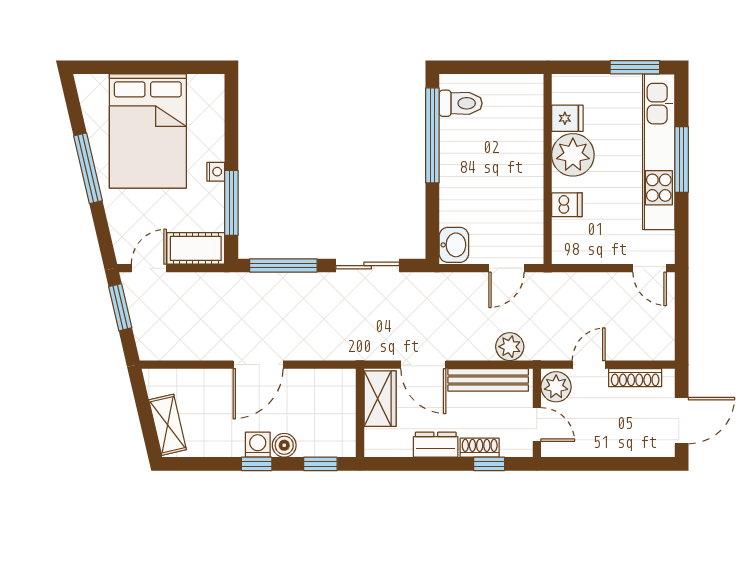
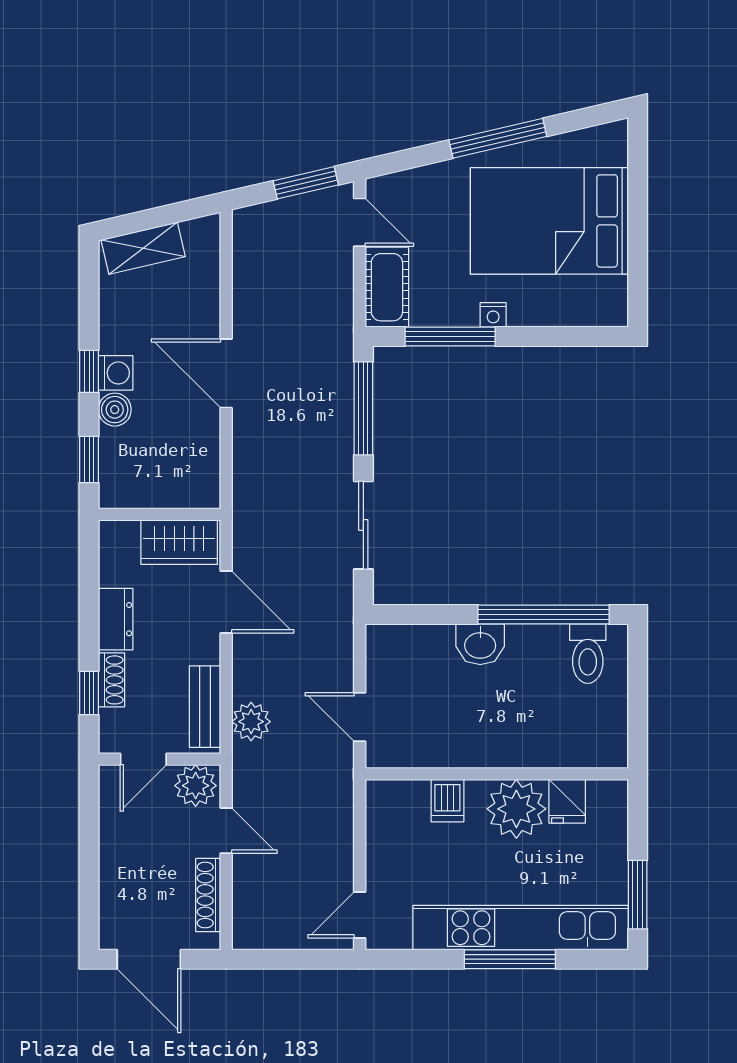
washbasin: (454, 245) -> (480, 644), moved
door: (423, 365) -> (226, 602), swing flipped
bench: (488, 380) -> (205, 707), width x0.73

